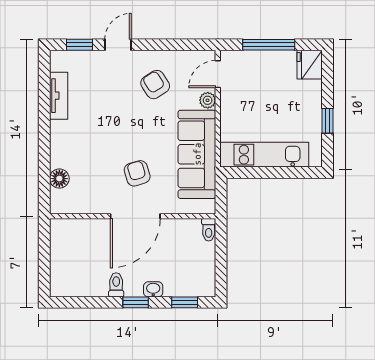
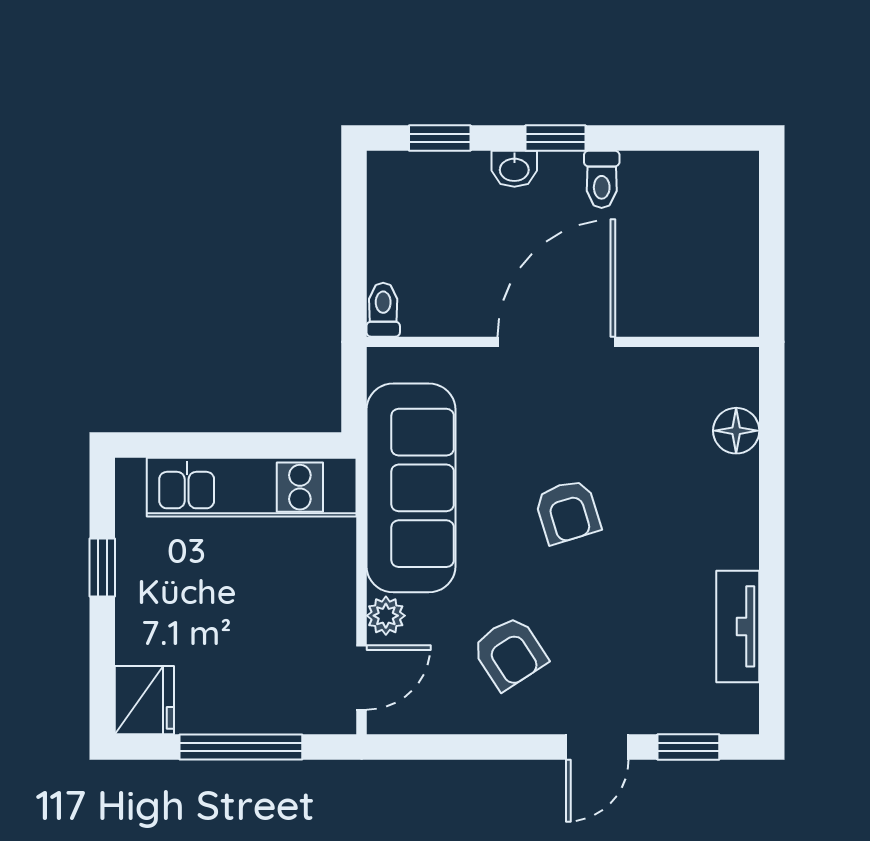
armchair: (137, 173) -> (568, 512), moved

